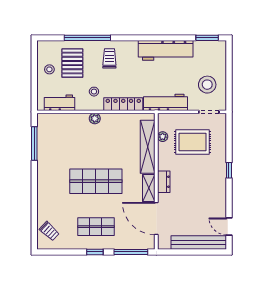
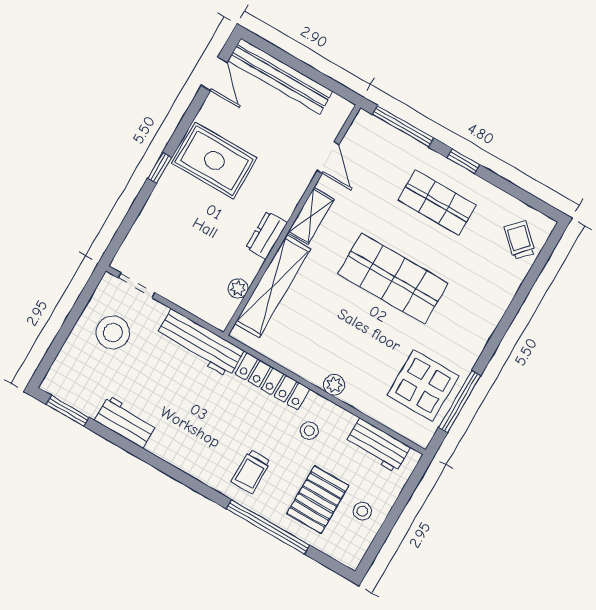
workbench: (166, 50) -> (126, 422), width x0.53, depth x0.76
display table: (55, 141) -> (423, 385), added
rug: (192, 142) -> (214, 161), moved
dresser: (164, 182) -> (267, 235), moved
door: (156, 218) -> (328, 158), width x0.53

